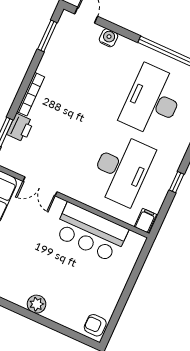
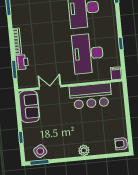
desk: (122, 169) -> (88, 53), turned 180
double door: (40, 186) -> (50, 87), swing flipped

